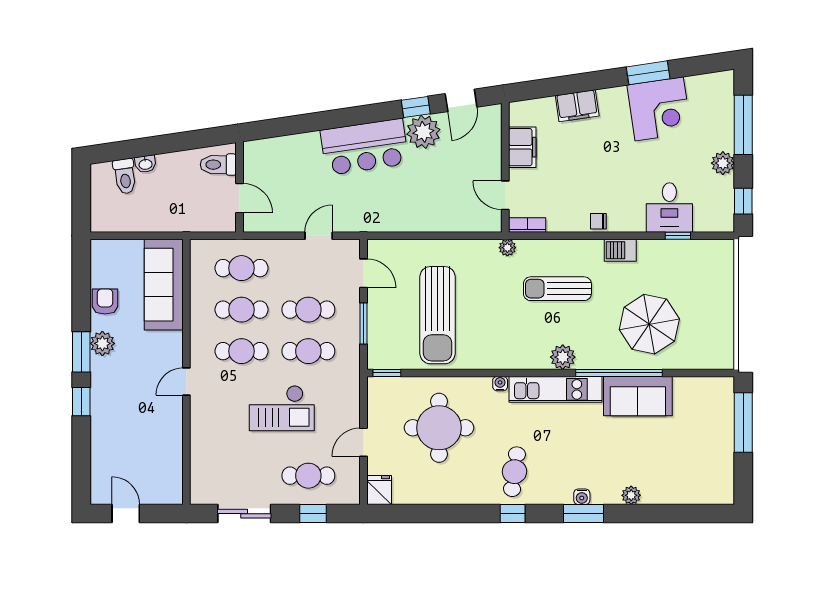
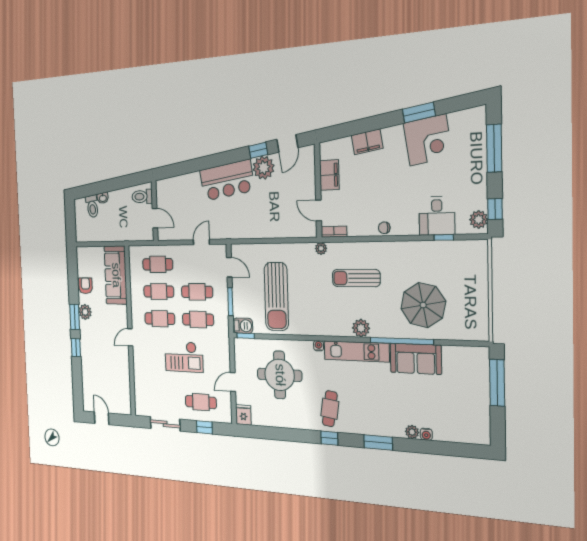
plant: (723, 163) -> (479, 219), moved
barbecue: (620, 250) -> (243, 326), moved, turned 180
water cooler: (582, 497) -> (426, 434), moved

